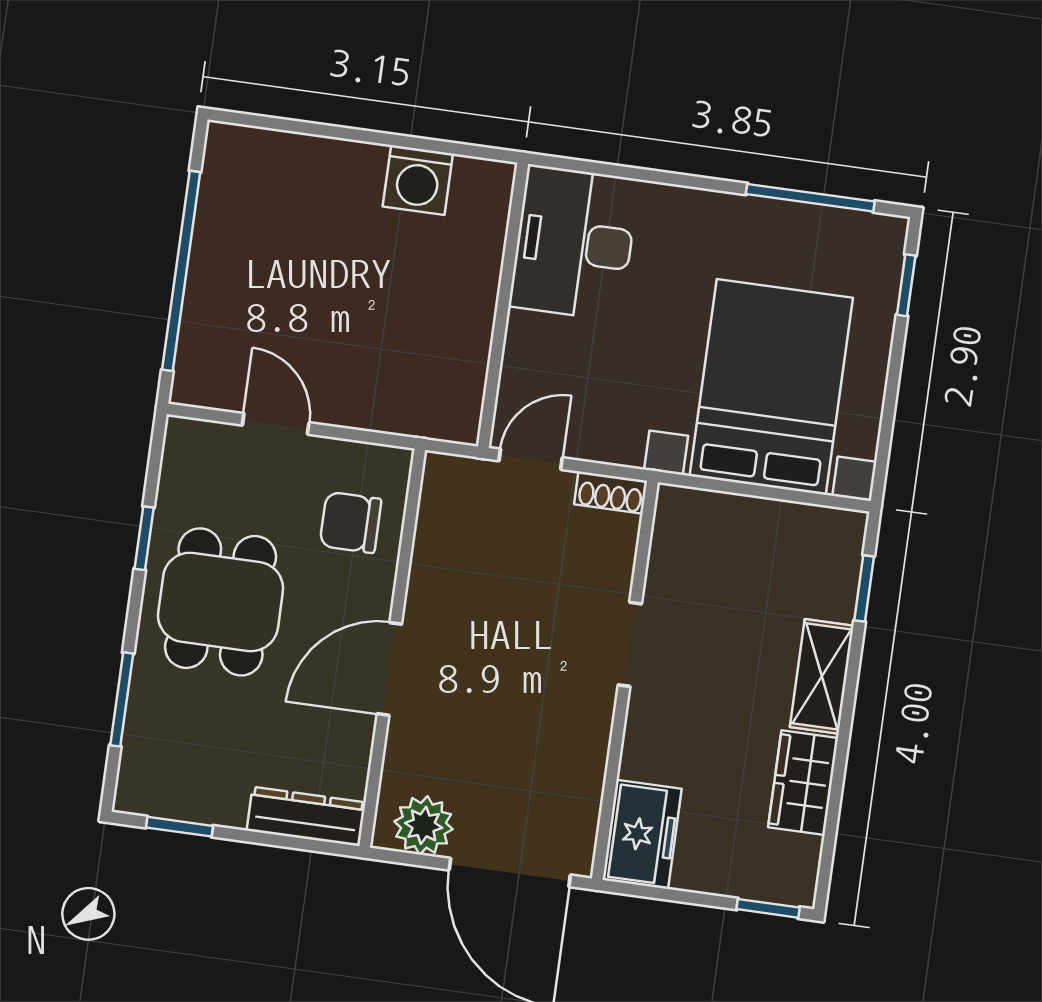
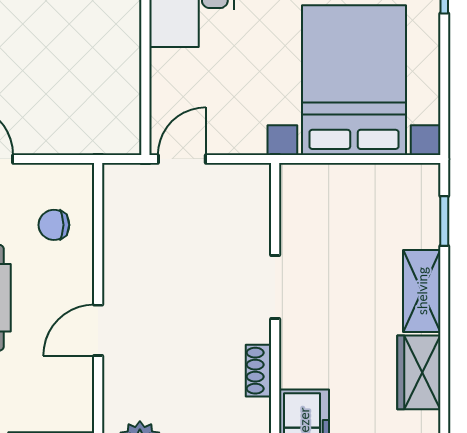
shoe rack: (611, 493) -> (259, 371), moved, turned 90
chair: (351, 522) -> (54, 225), width x0.73, depth x0.73
door: (389, 669) -> (98, 330), width x0.73

